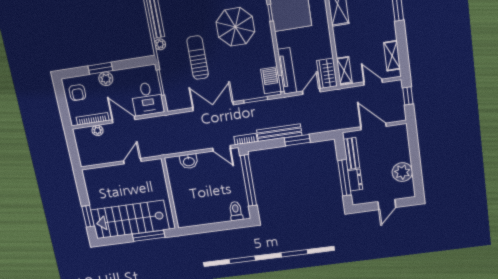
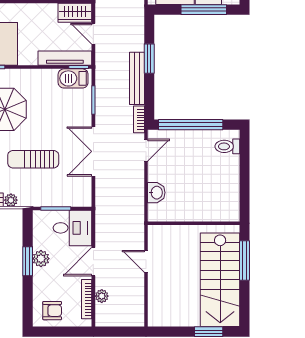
window: (100, 68) -> (28, 261), moved
plant: (106, 79) -> (41, 259), moved

